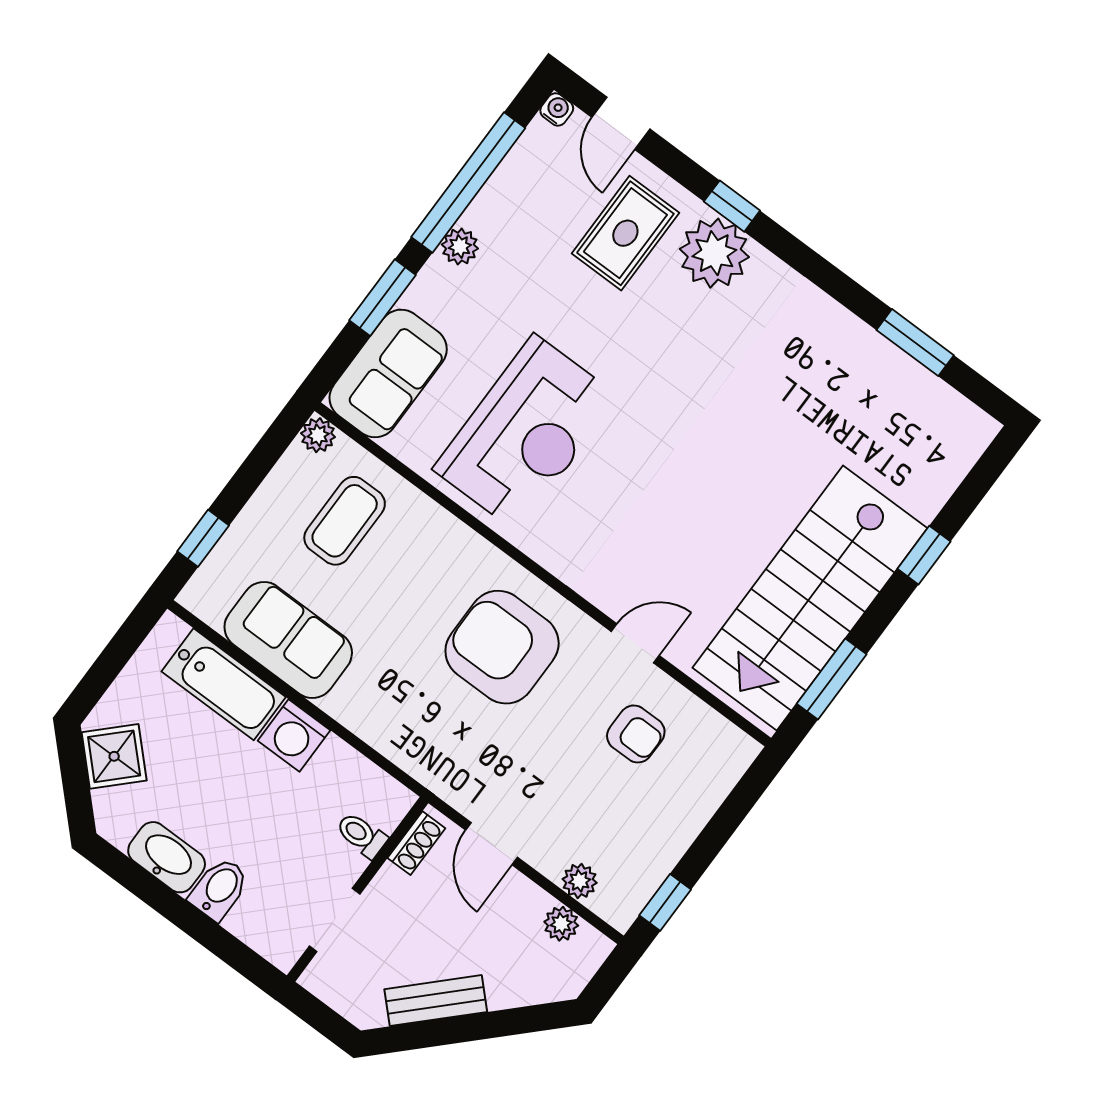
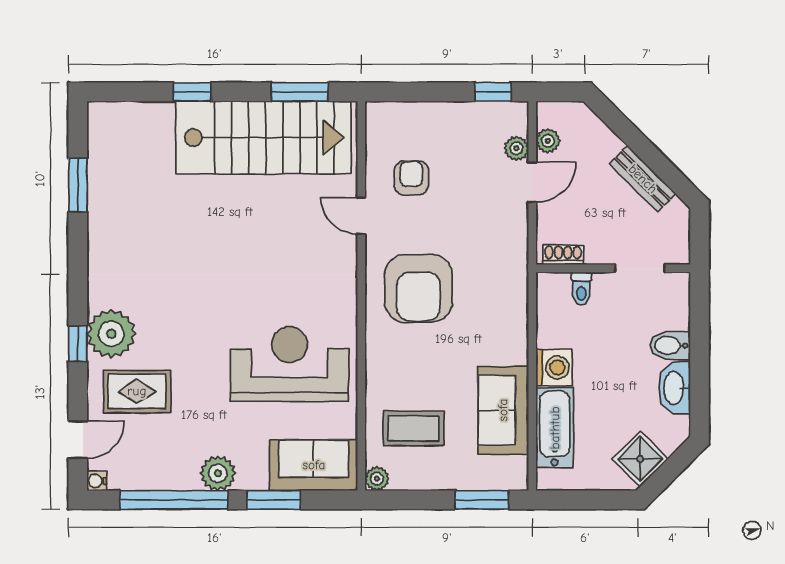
plant: (460, 247) -> (218, 473), width x1.38, depth x1.38
window: (203, 538) -> (482, 500), width x1.50
door: (491, 844) -> (532, 182), moved

